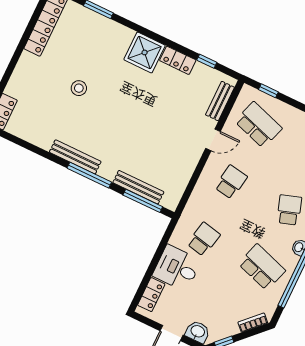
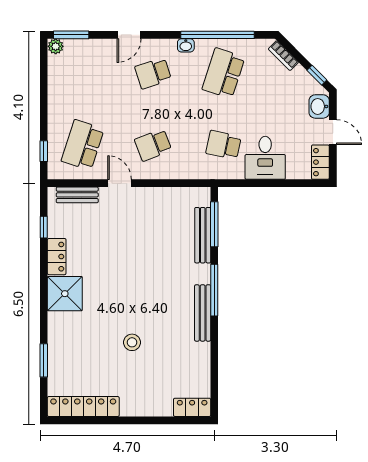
school desk: (231, 182) -> (153, 145), turned -30
locker: (151, 295) -> (320, 162), moved, turned -90

